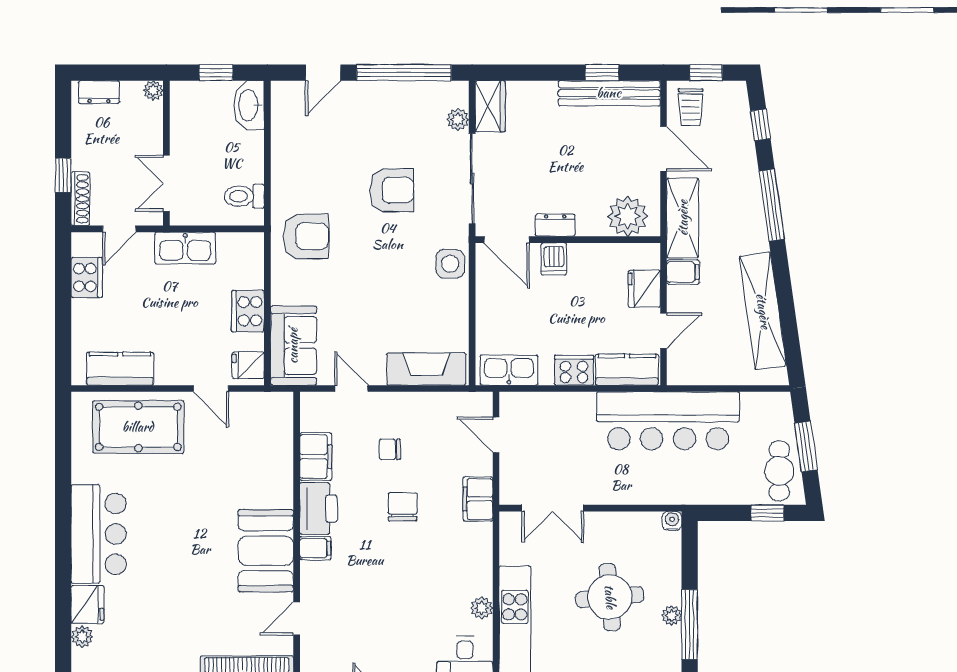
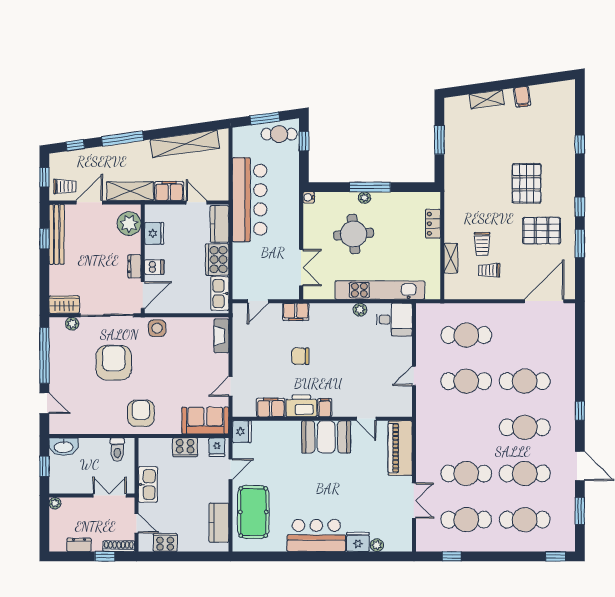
dresser: (99, 92) -> (79, 545), moved, turned -90
double door: (166, 183) -> (110, 496), swing flipped
armchair: (392, 190) -> (114, 363), width x1.36, depth x1.36
filing cabinet: (683, 272) -> (169, 191), width x2.00
fridge: (644, 289) -> (154, 233), moved, turned -90
fireplace: (426, 369) -> (221, 336), width x0.73, depth x0.76
cooker: (574, 370) -> (217, 259), width x1.37, depth x1.31
fridge: (275, 408) -> (242, 432), added
chair: (390, 449) -> (266, 364), removed

